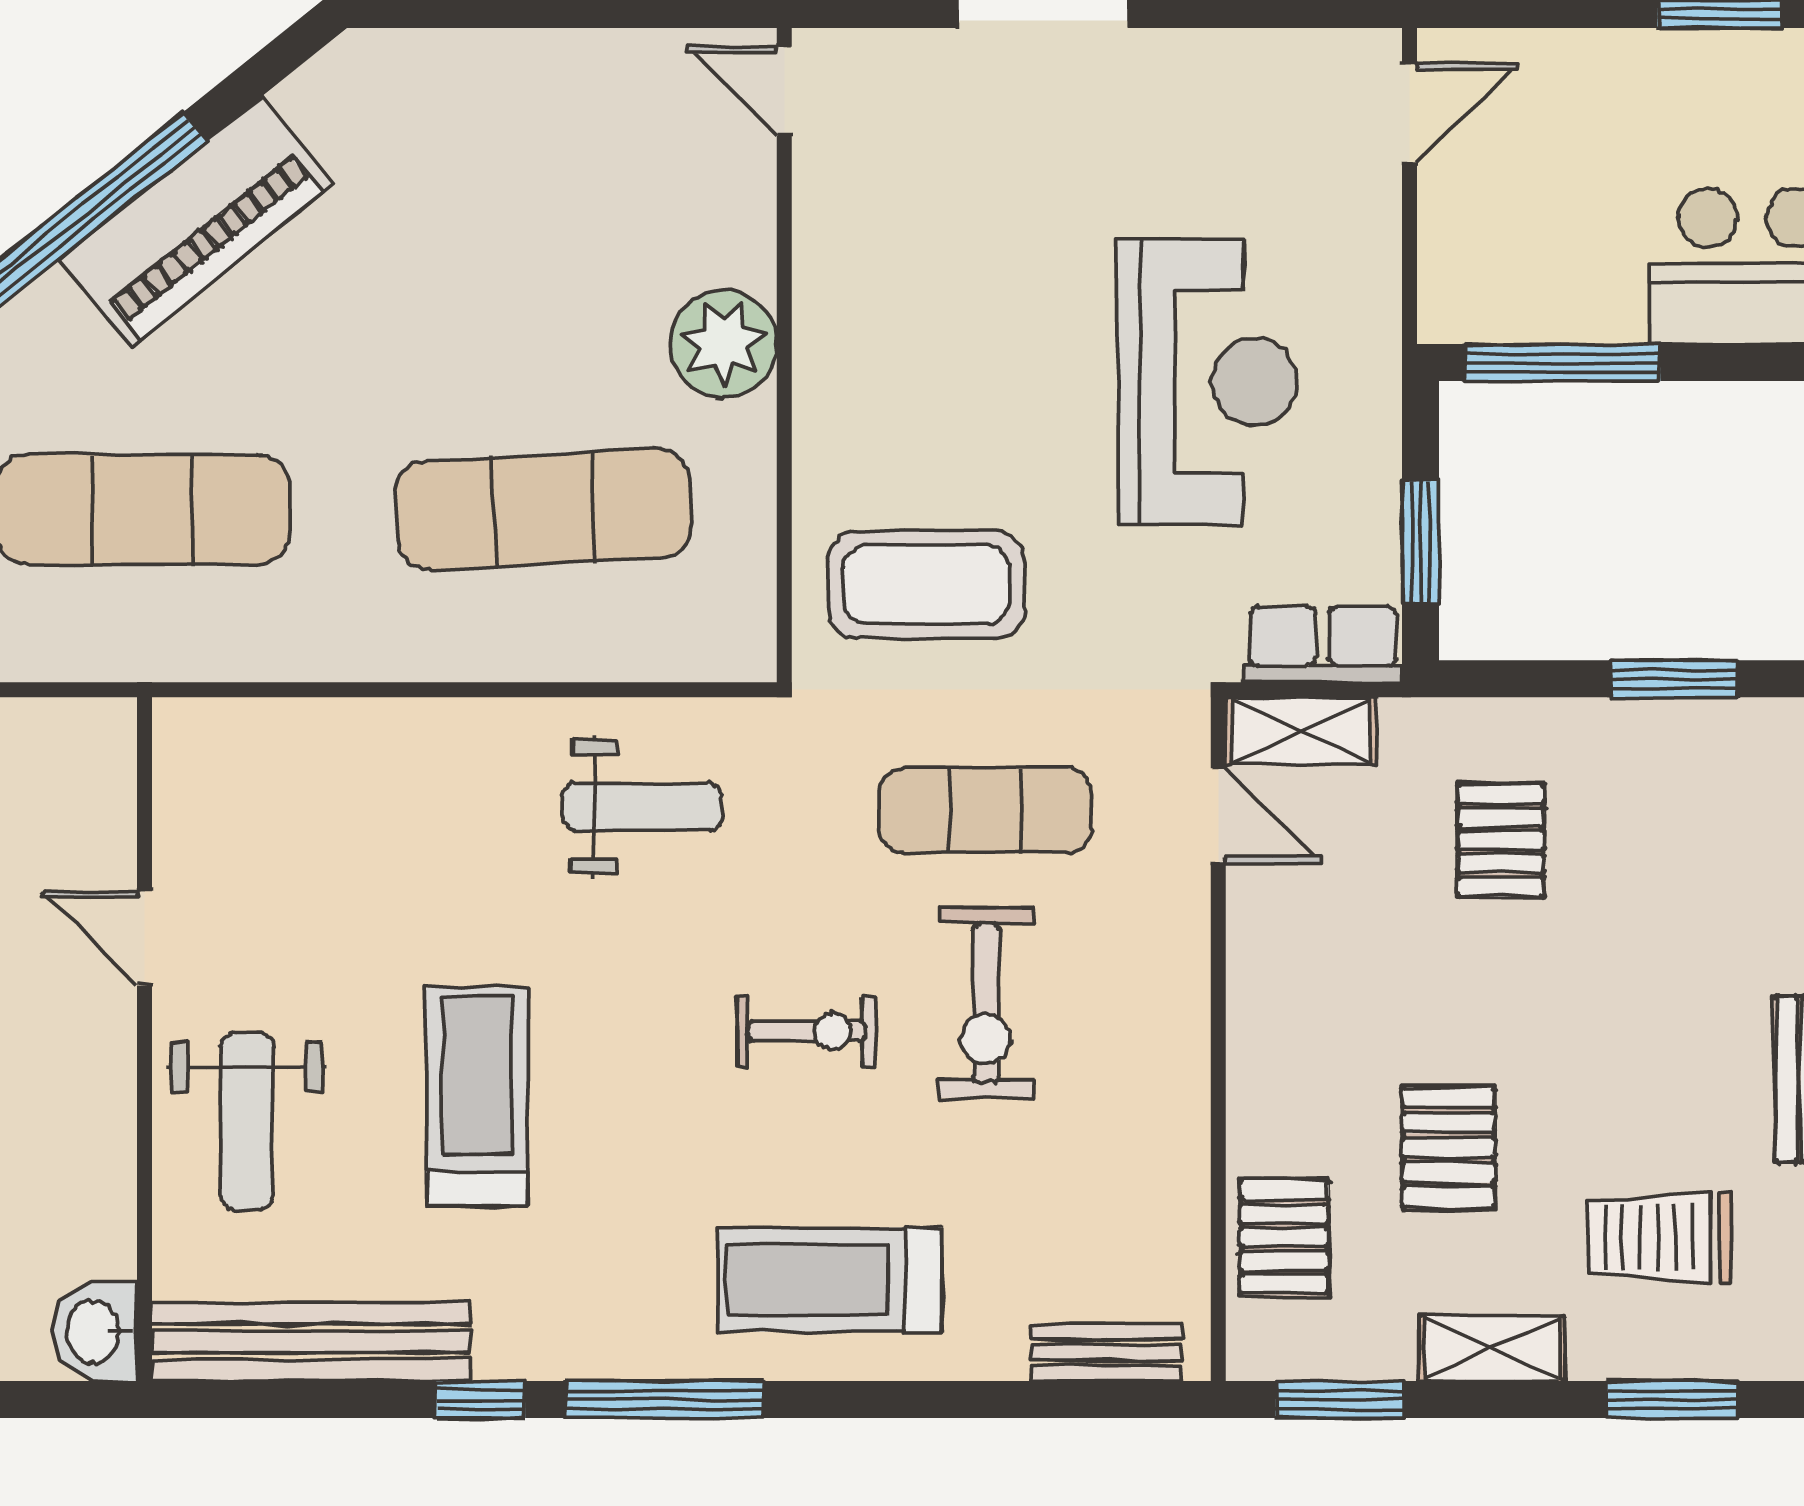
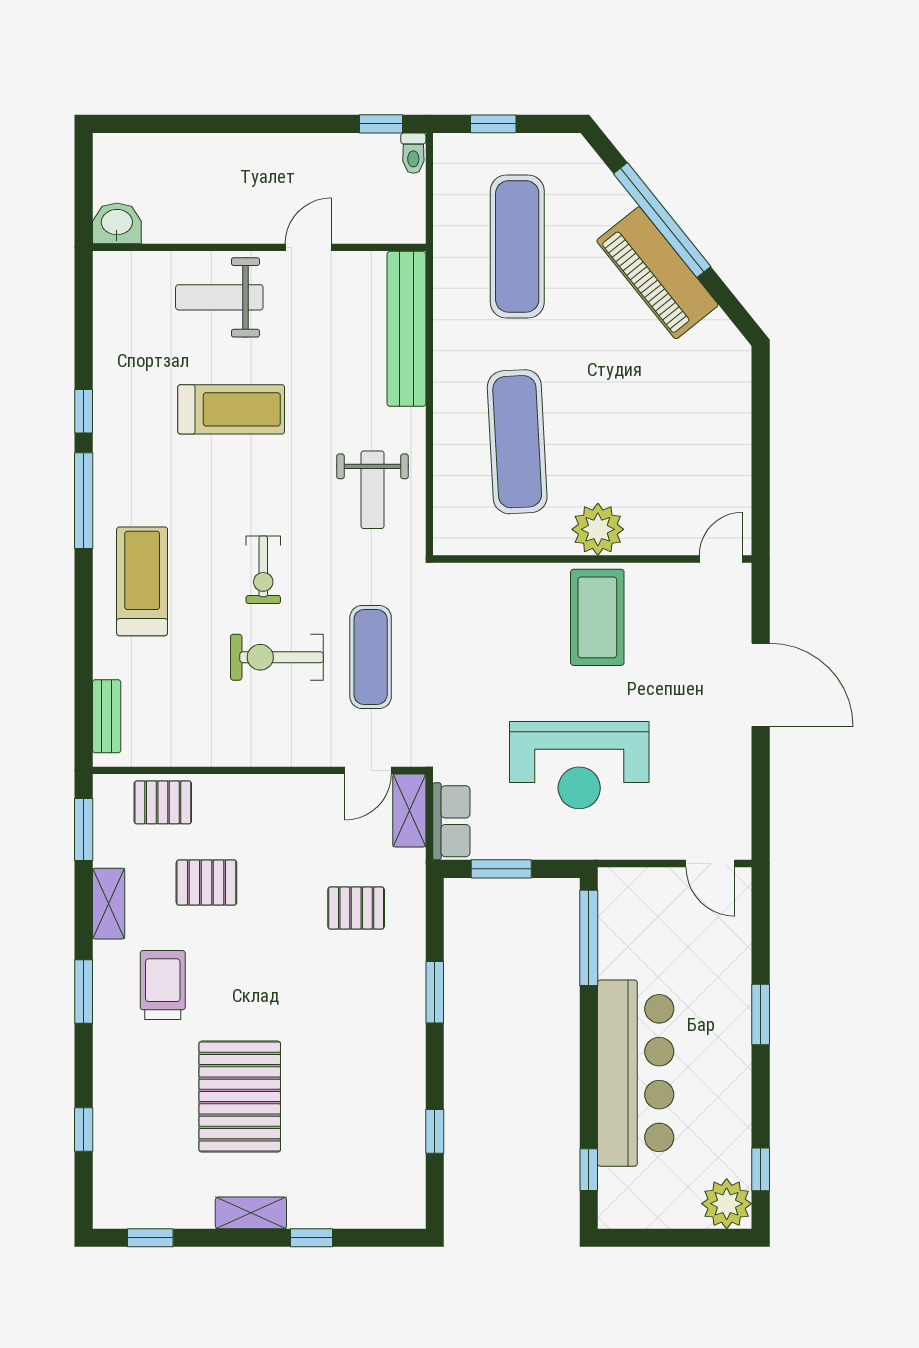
coffee table: (926, 585) -> (597, 617), moved
bench: (311, 1342) -> (406, 329), moved

